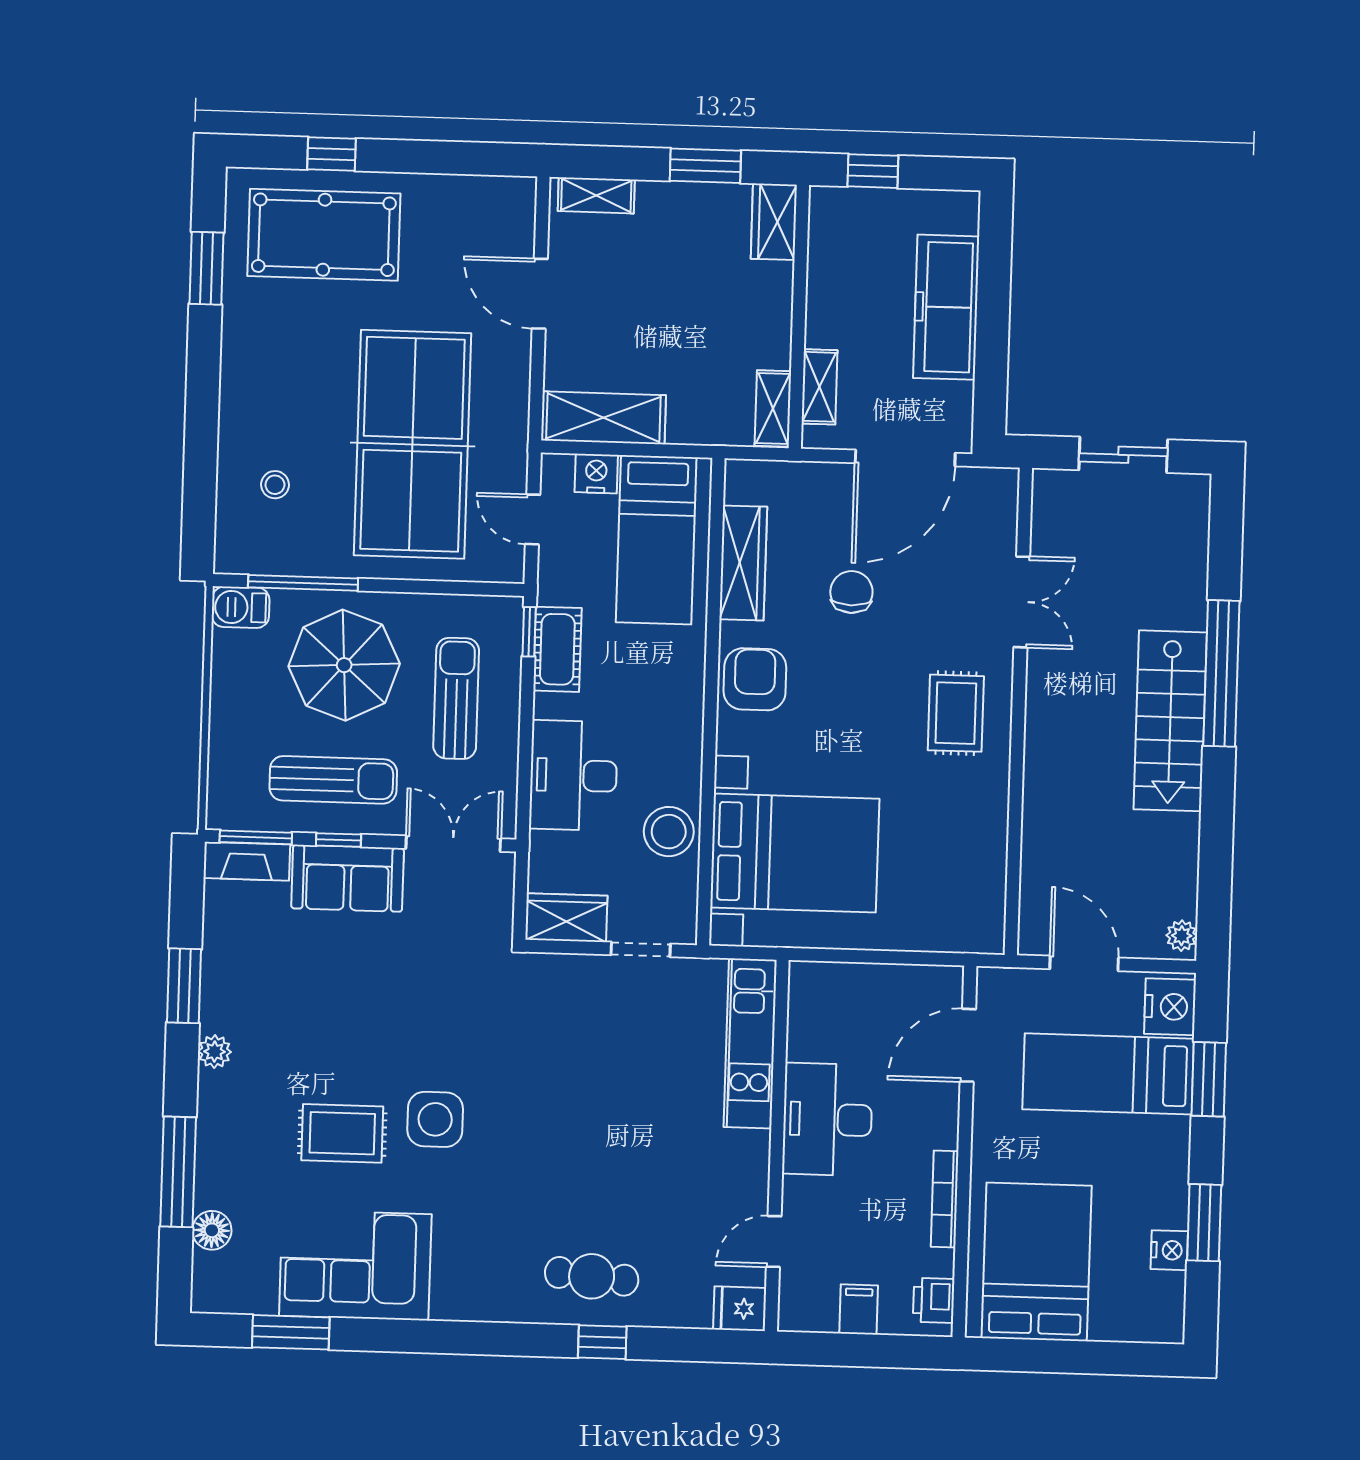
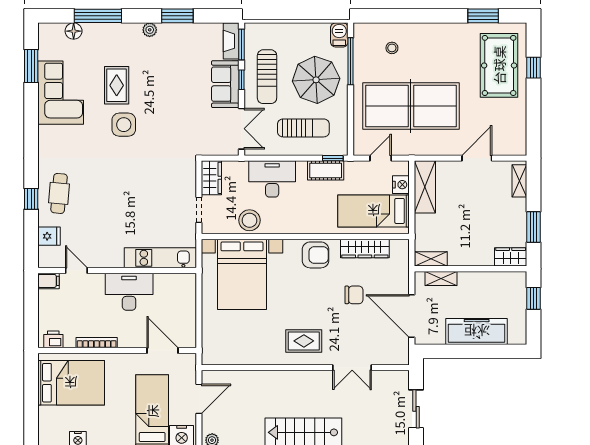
fridge: (740, 1309) -> (49, 236), moved, turned 90
filing cabinet: (859, 1309) -> (49, 281), moved

